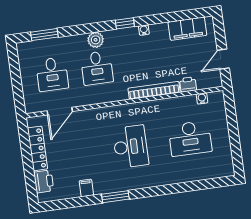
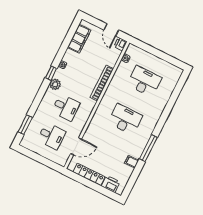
plant: (96, 40) -> (55, 84), moved
printer: (188, 84) -> (120, 44), moved
door: (60, 111) -> (76, 146), hinge flipped
desk: (190, 138) -> (144, 81), turned -90
window: (115, 197) -> (148, 148), width x1.44

